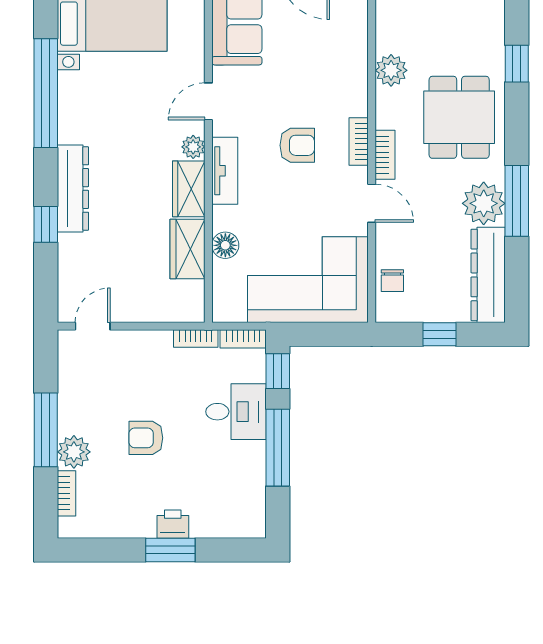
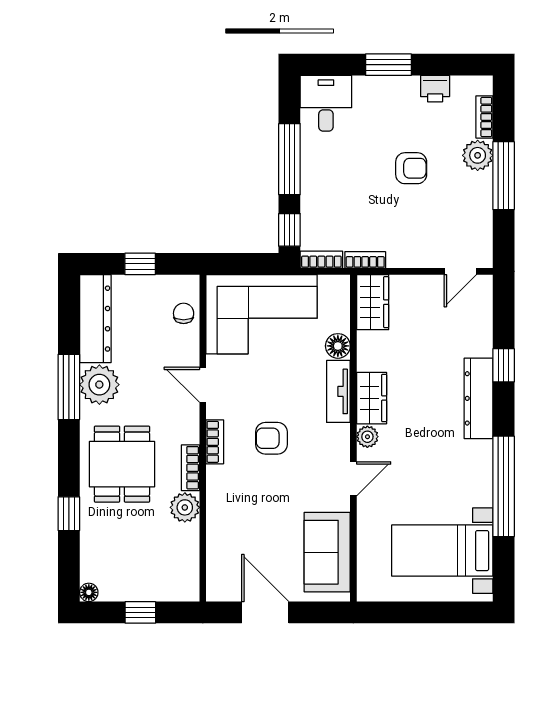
bookcase: (385, 155) -> (190, 468), moved
tv unit: (225, 171) -> (338, 391), moved
wardrobe: (188, 249) -> (373, 302), moved
desk: (236, 412) -> (326, 103), moved, turned 90
printer: (173, 524) -> (435, 89), moved

